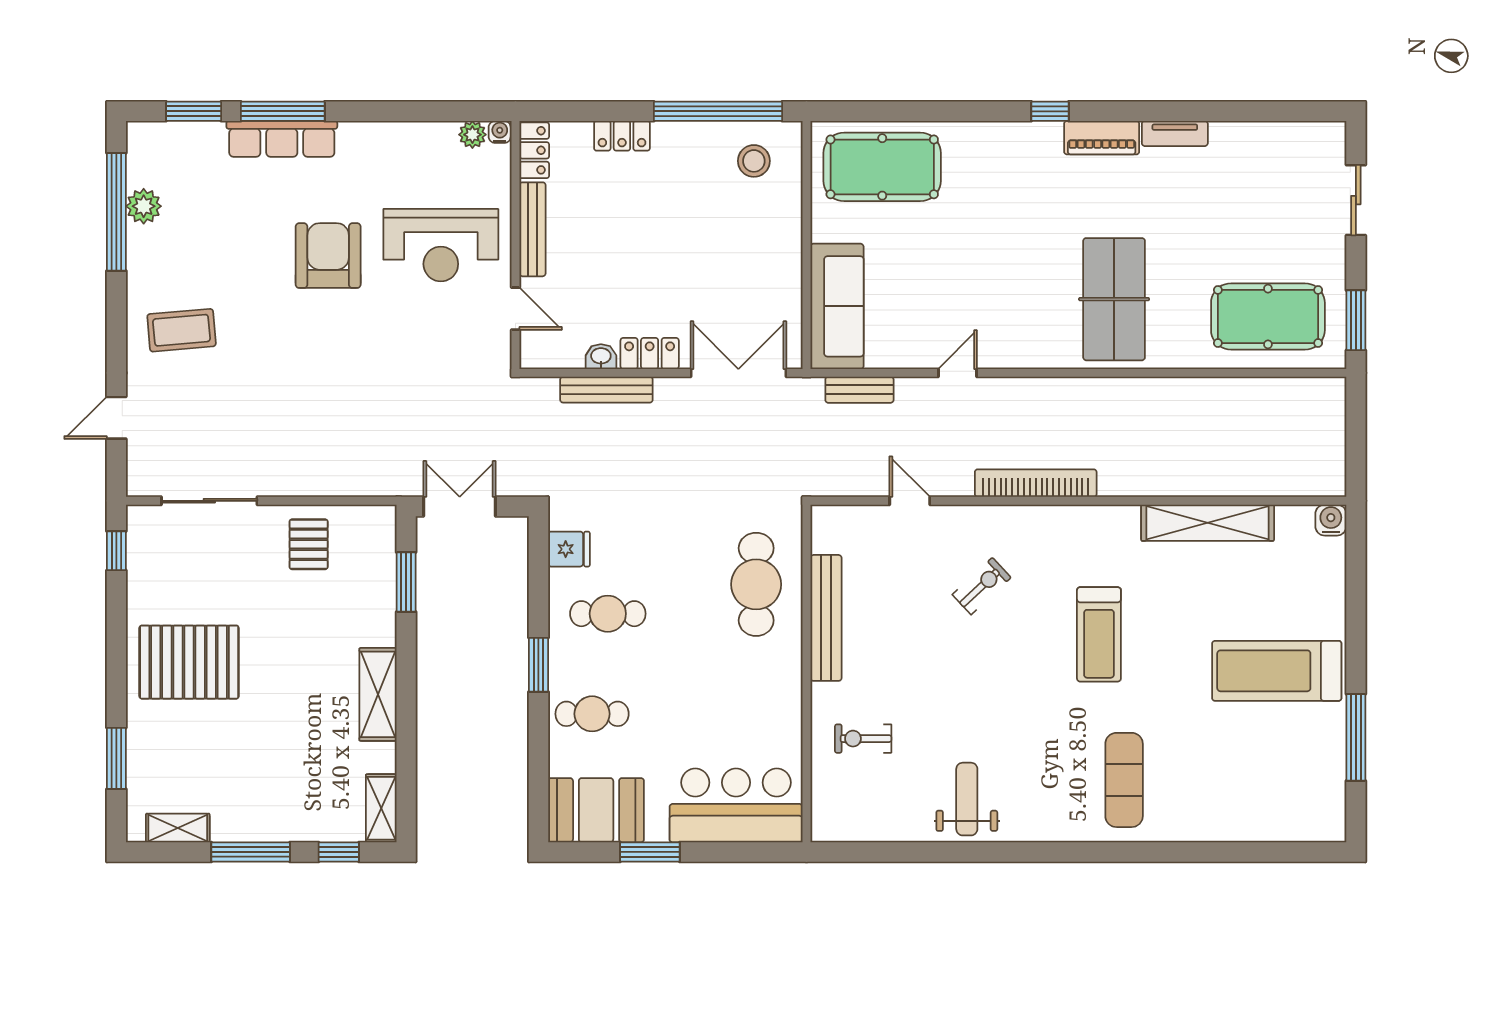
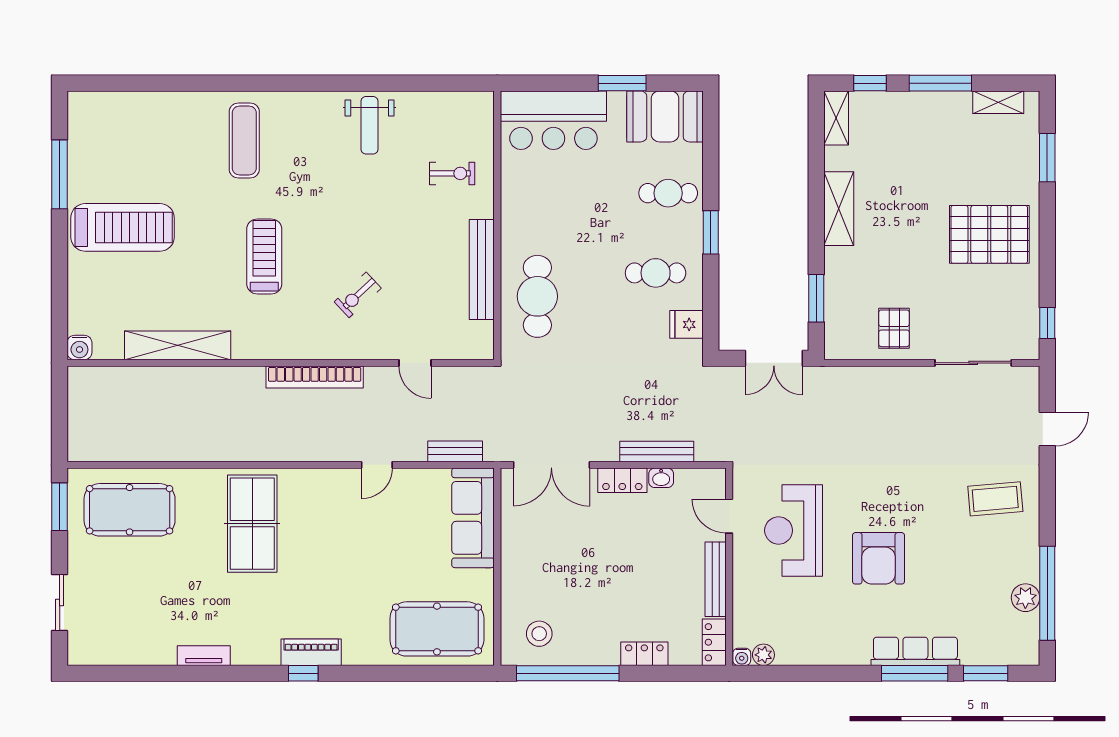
piano: (1102, 138) -> (311, 652), moved
reception desk: (441, 245) -> (794, 530), moved, turned -90

